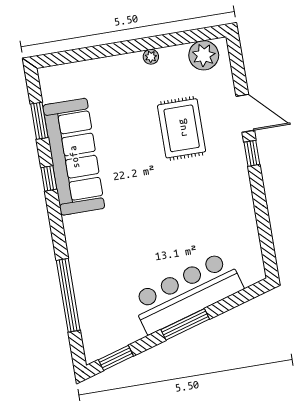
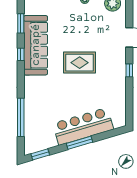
rug: (182, 128) -> (80, 63), moved, turned 90
window: (252, 153) -> (129, 70), moved

